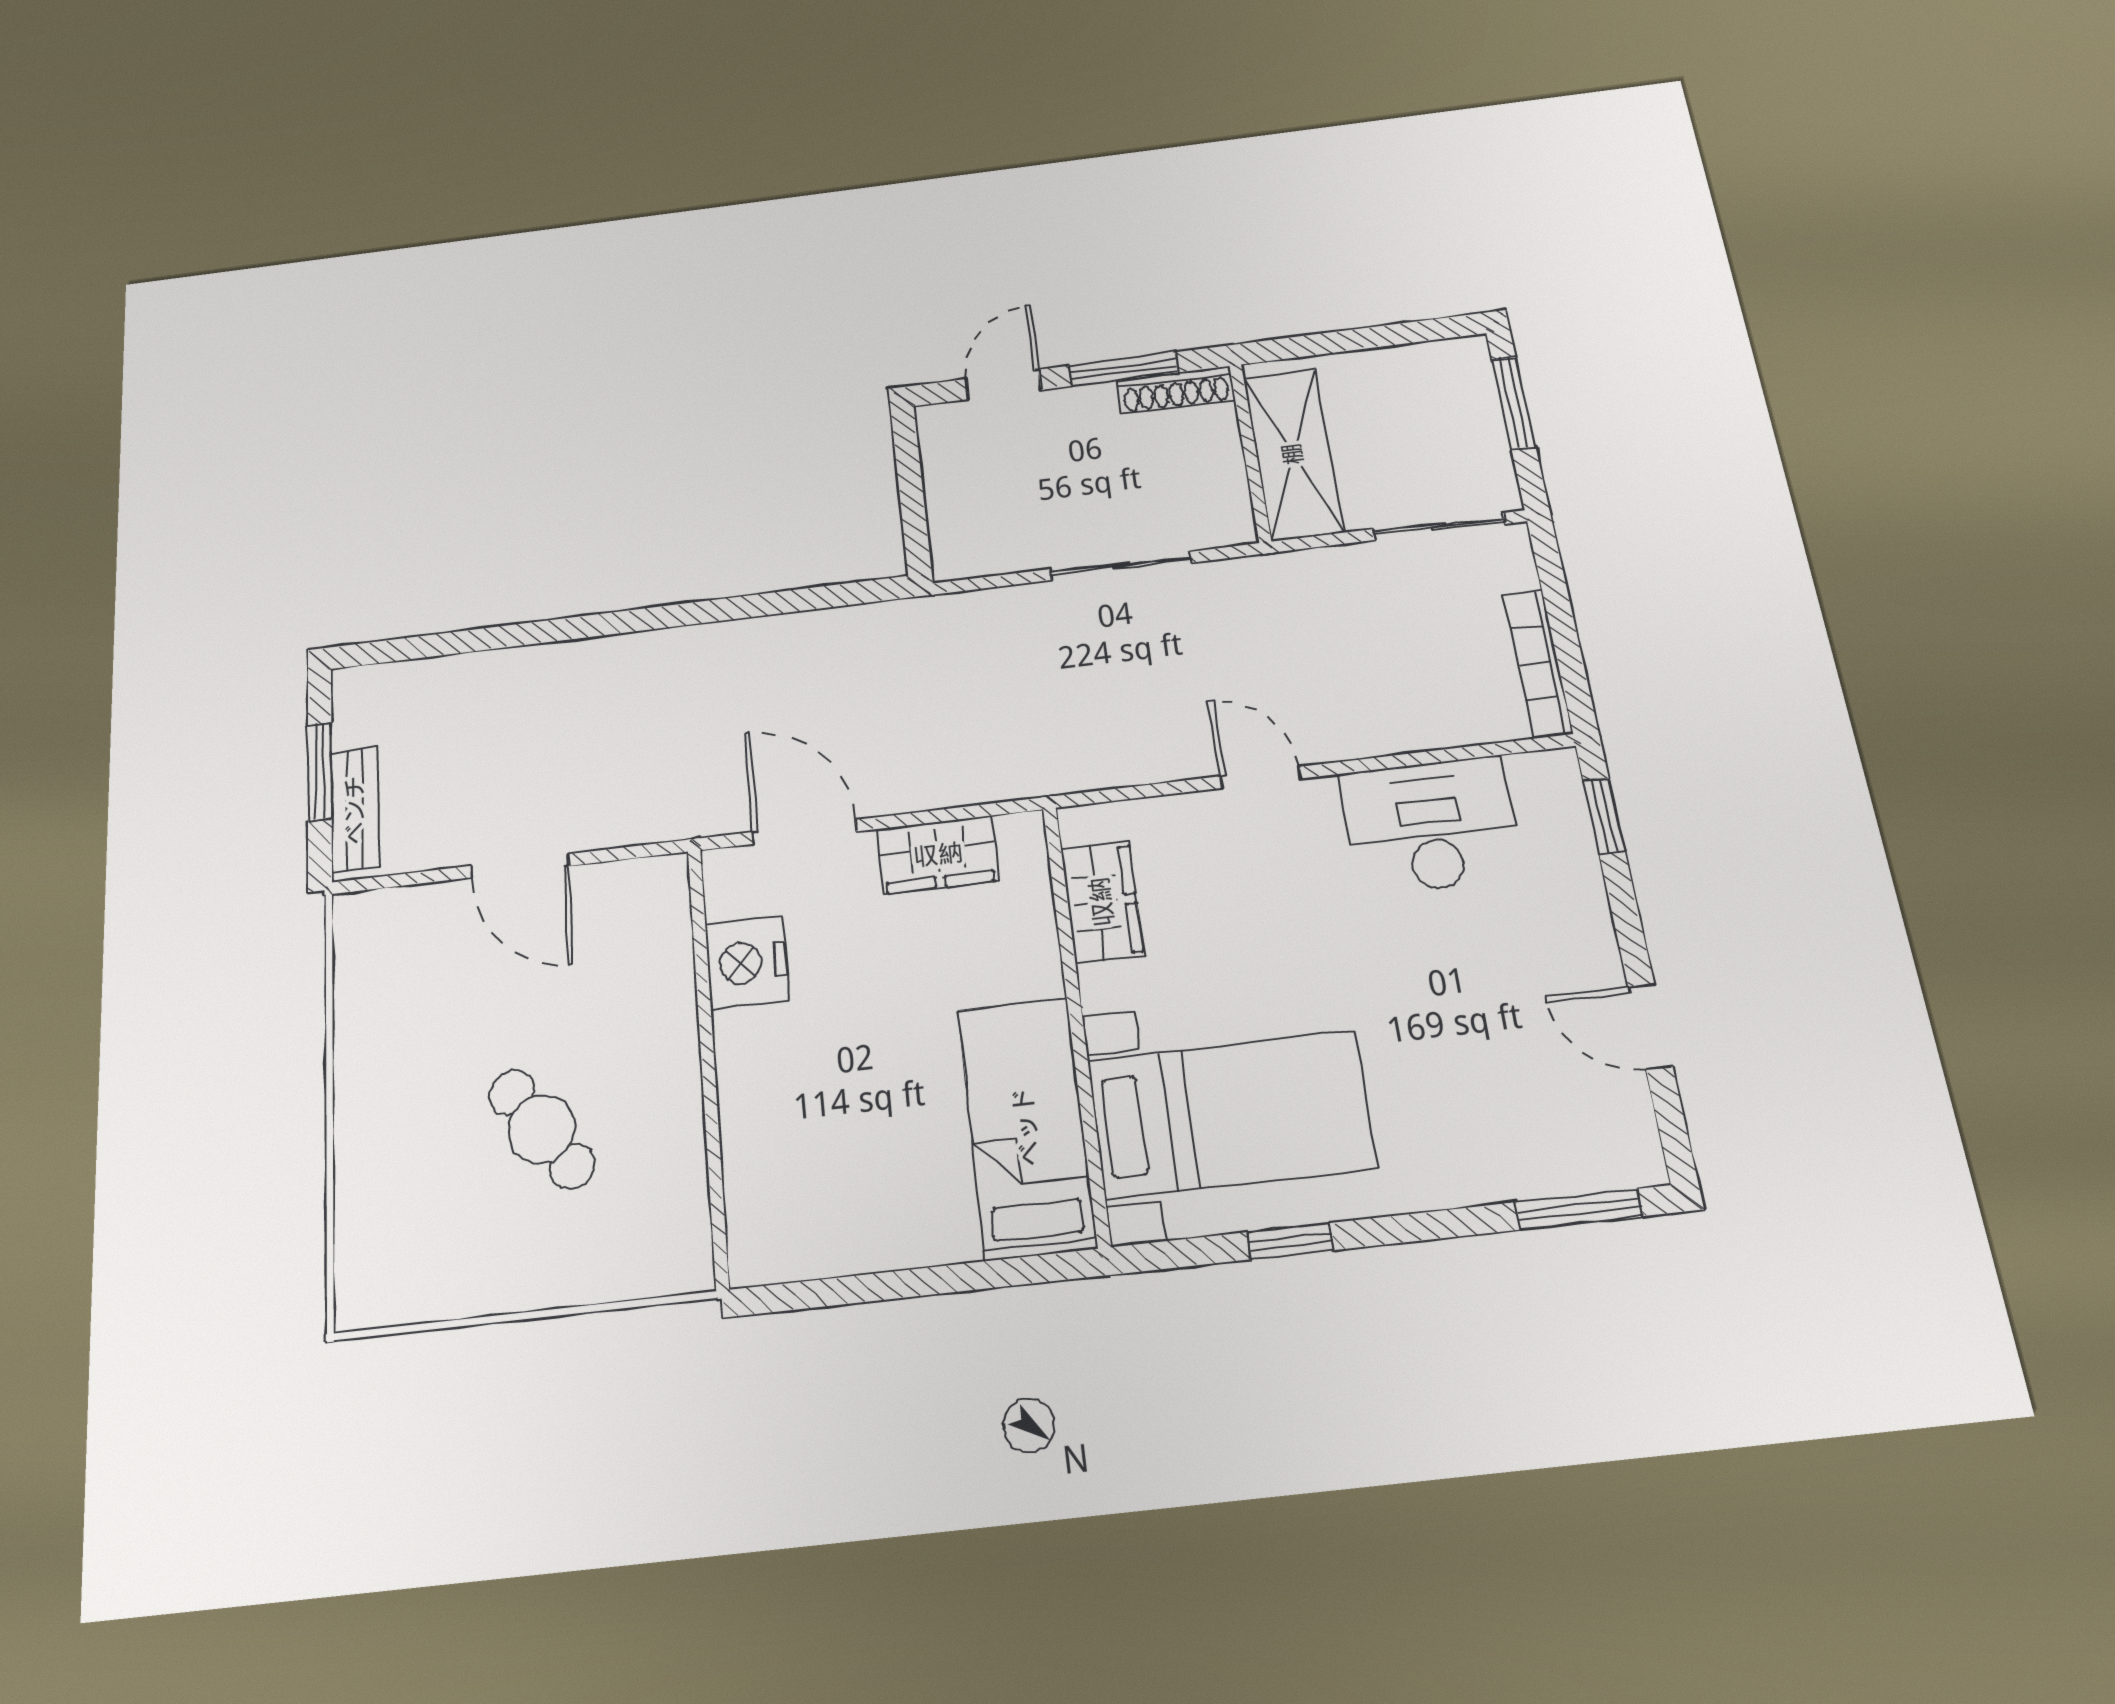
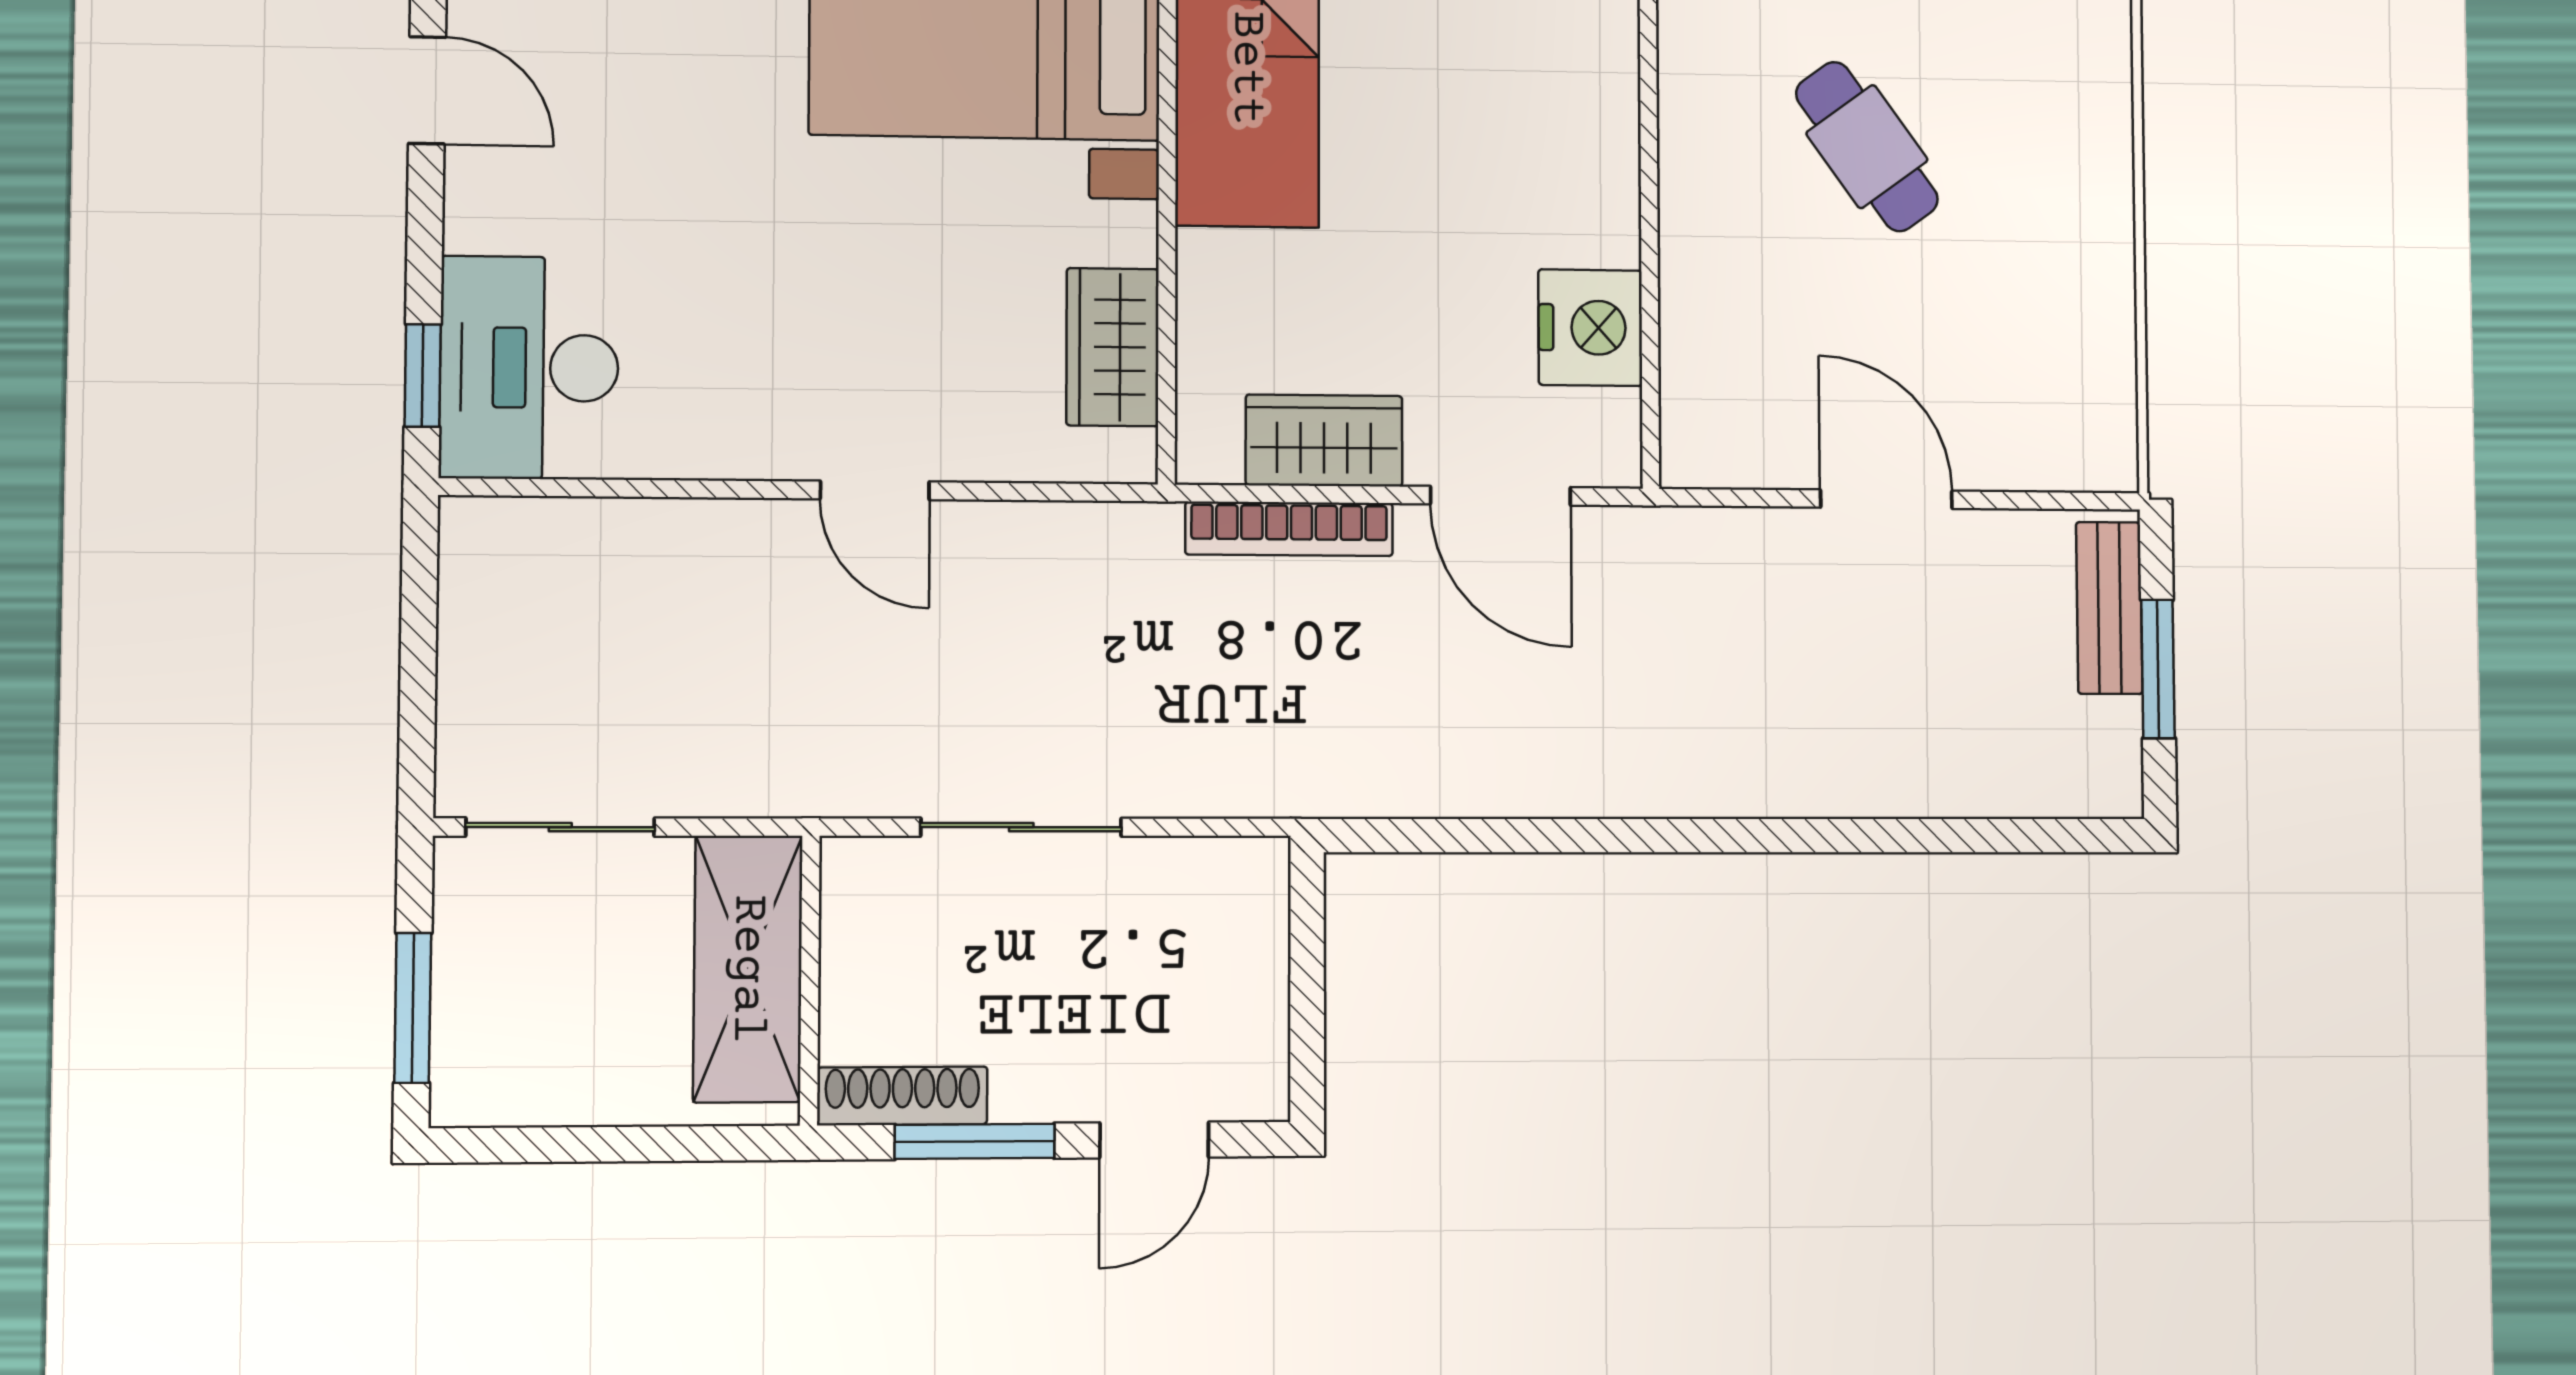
bookcase: (1538, 663) -> (1289, 529), moved, turned 90
desk: (1431, 826) -> (529, 368), moved, turned 90

